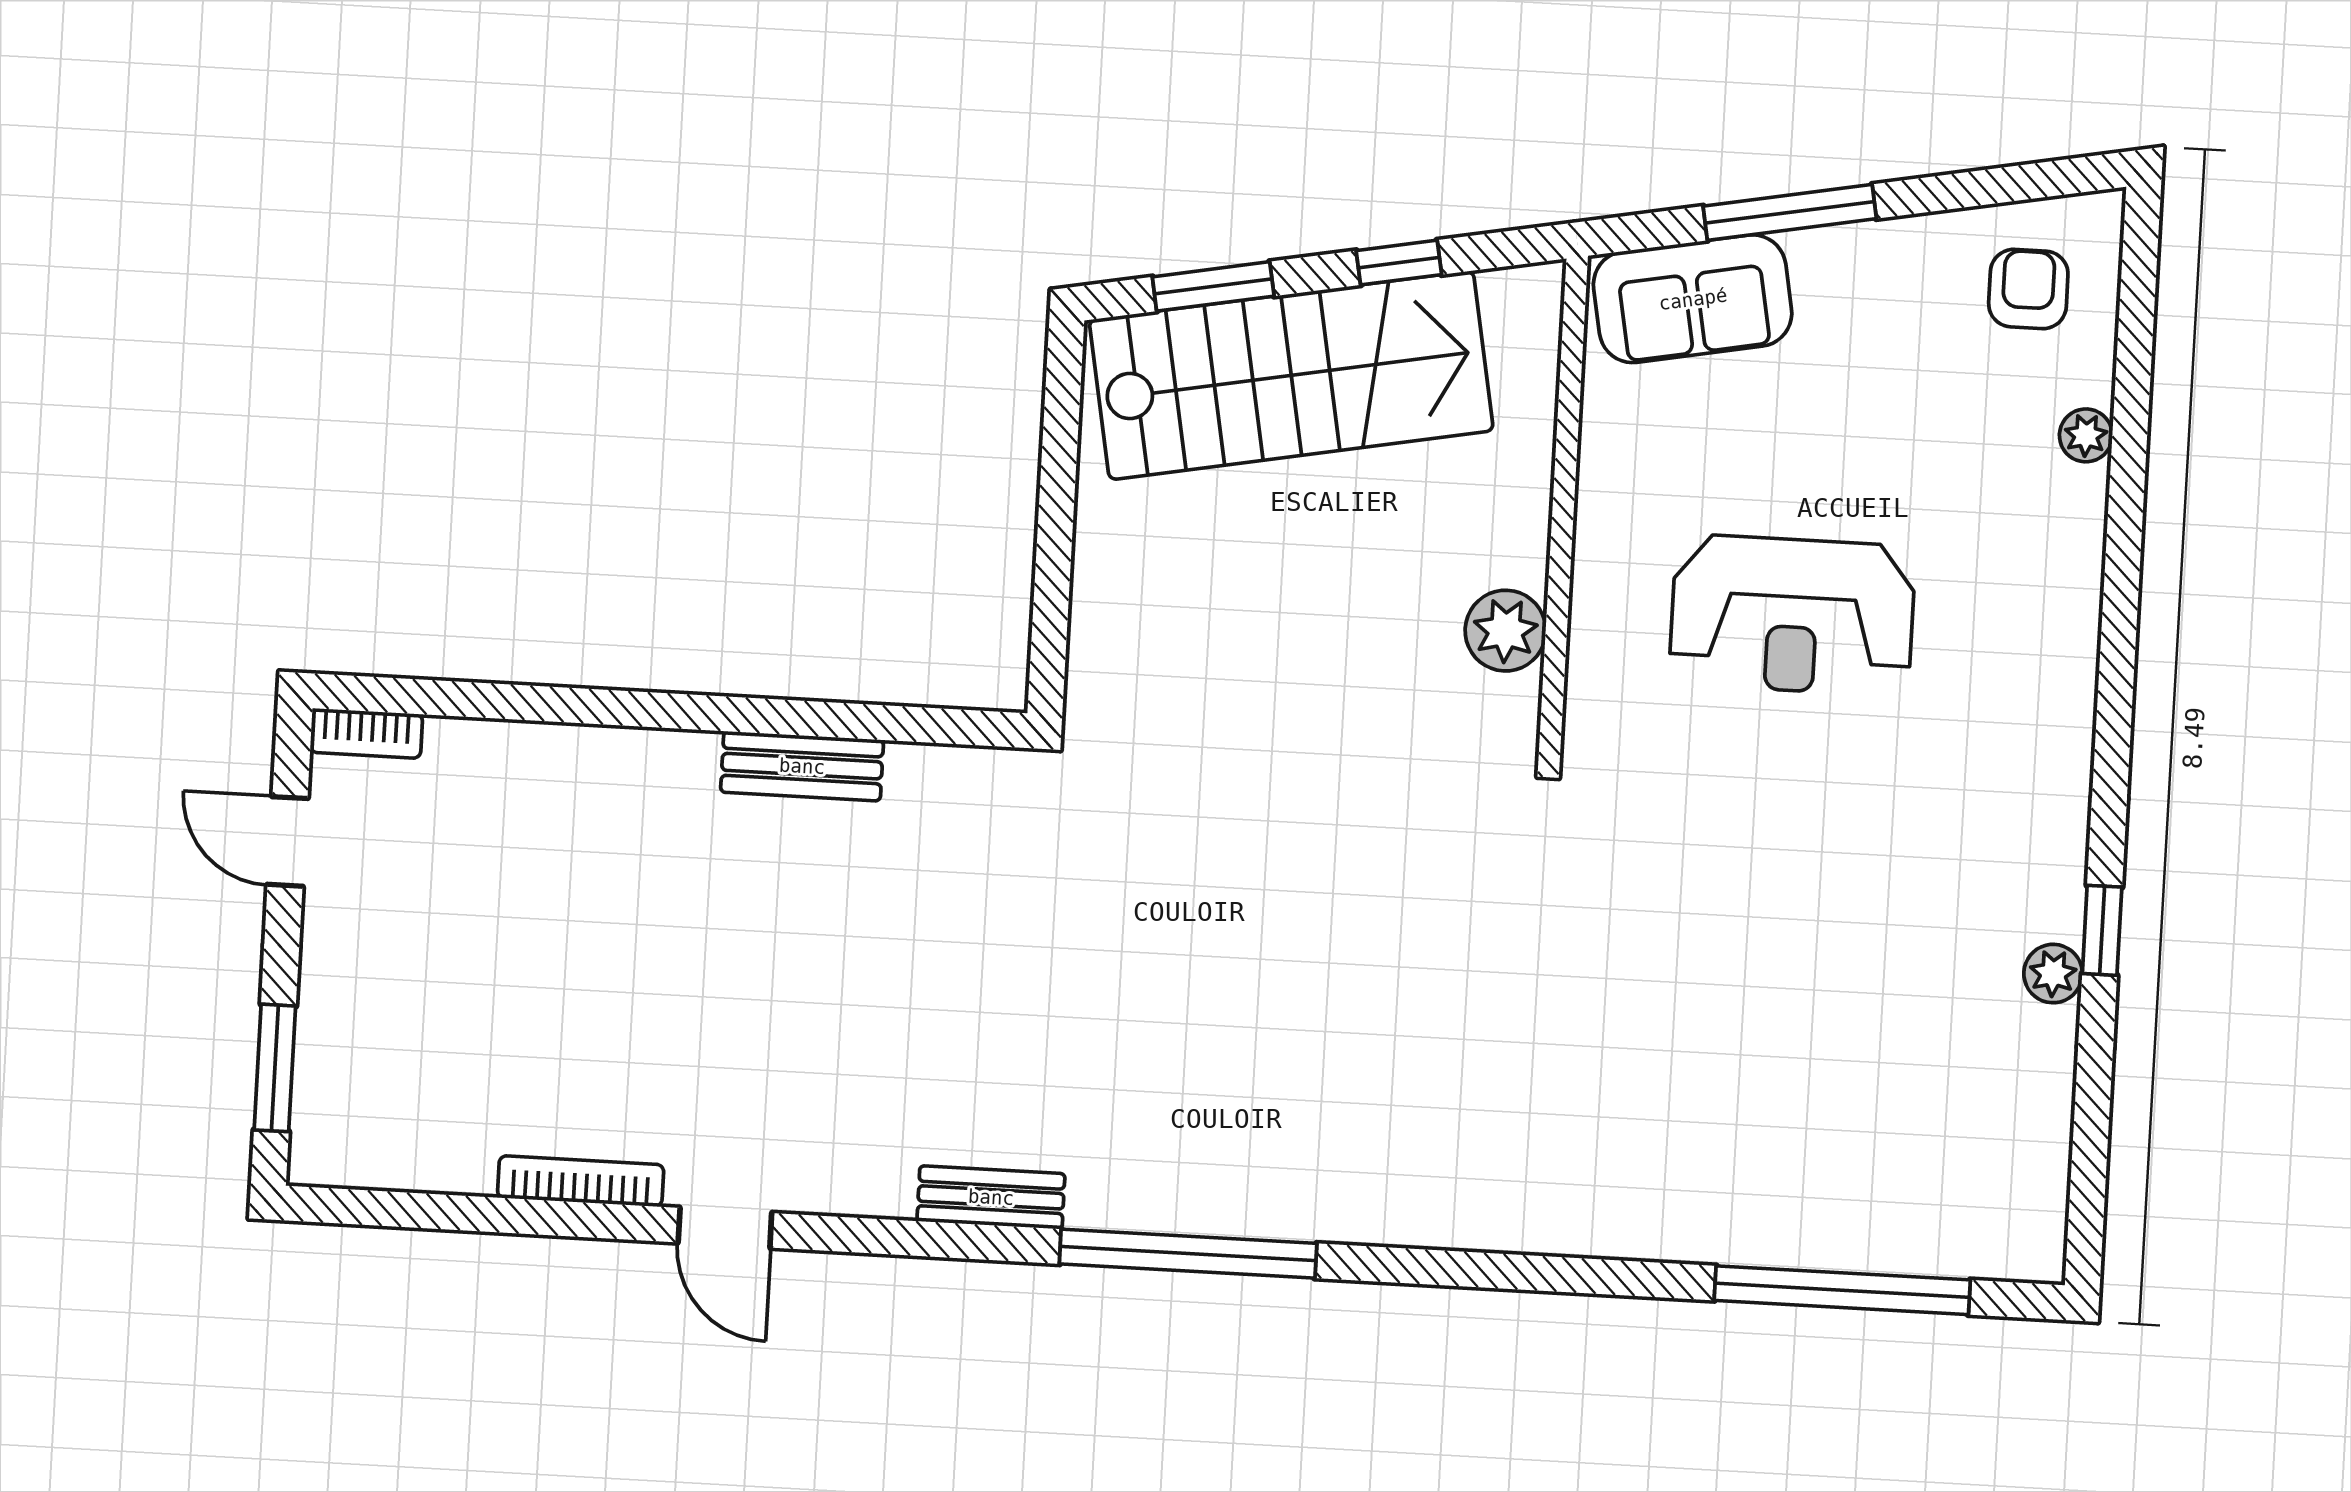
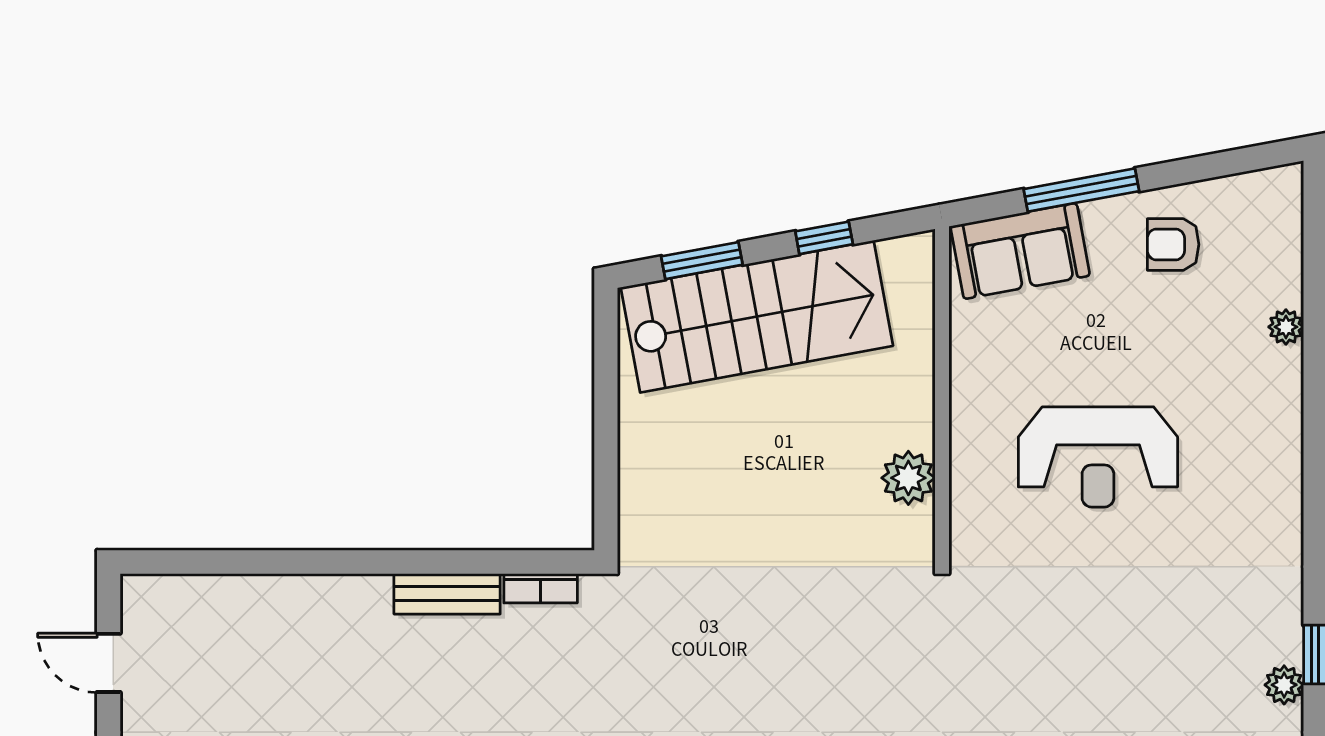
armchair: (2028, 289) -> (1173, 244), moved, turned -90
bookcase: (366, 733) -> (541, 588), moved

